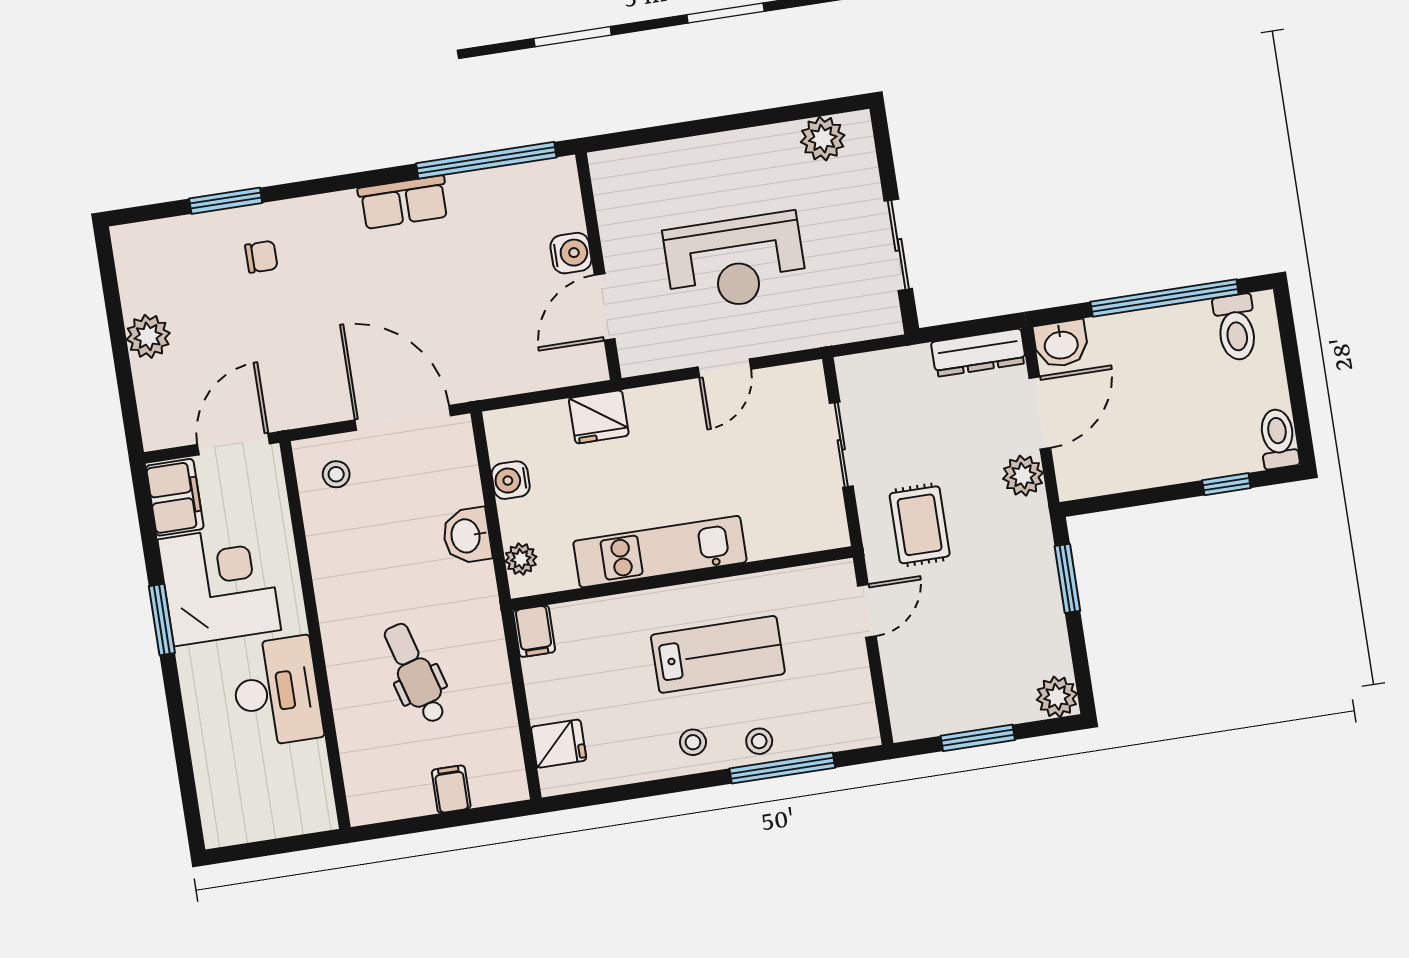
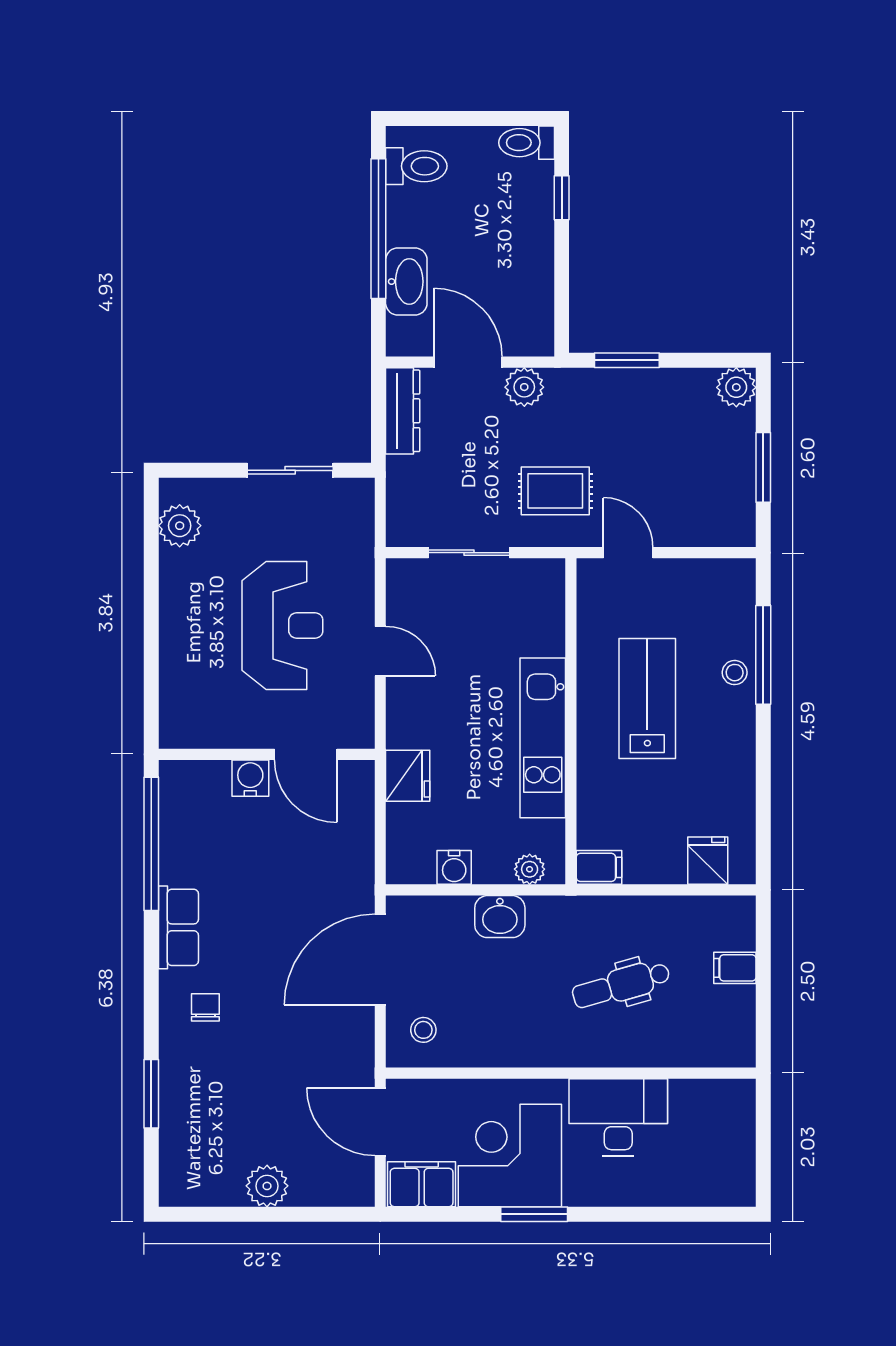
chair: (261, 257) -> (205, 1007), moved
washbasin: (1061, 344) -> (406, 282), moved, width x1.38
stool: (693, 742) -> (726, 735), removed

